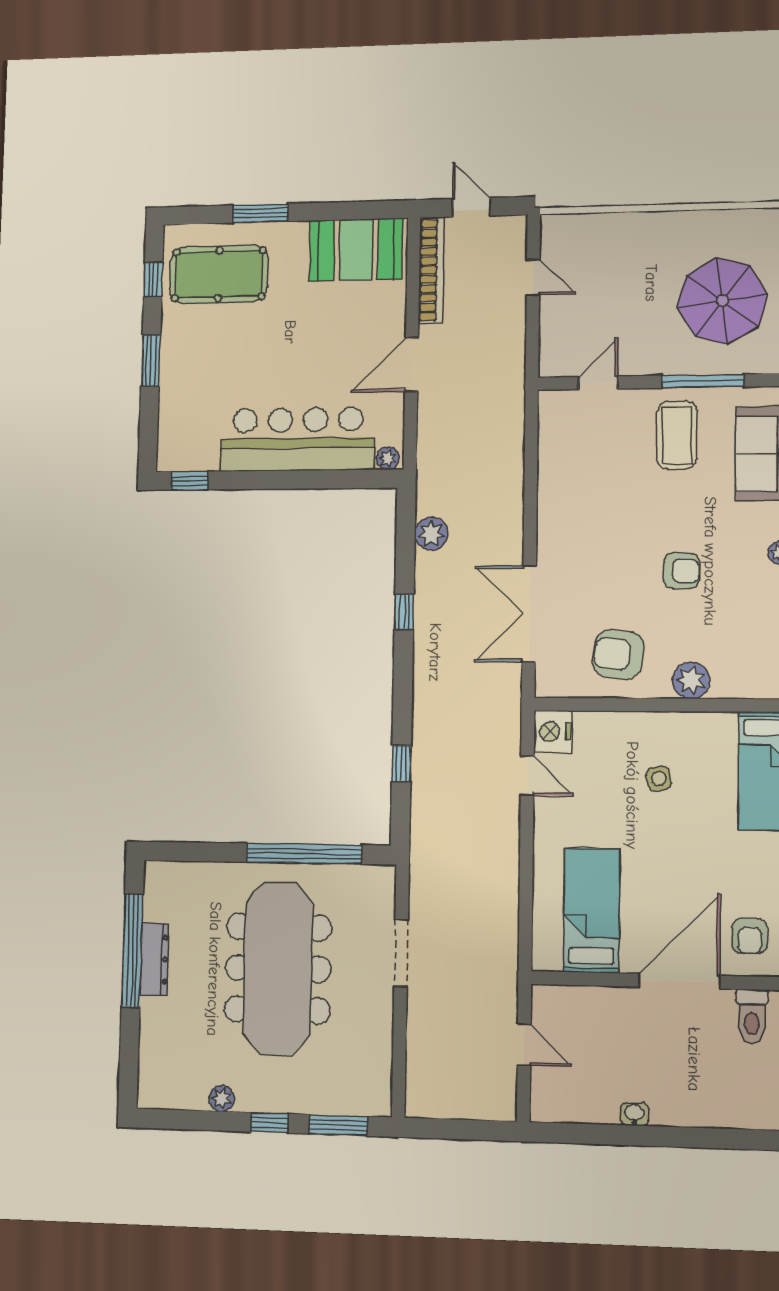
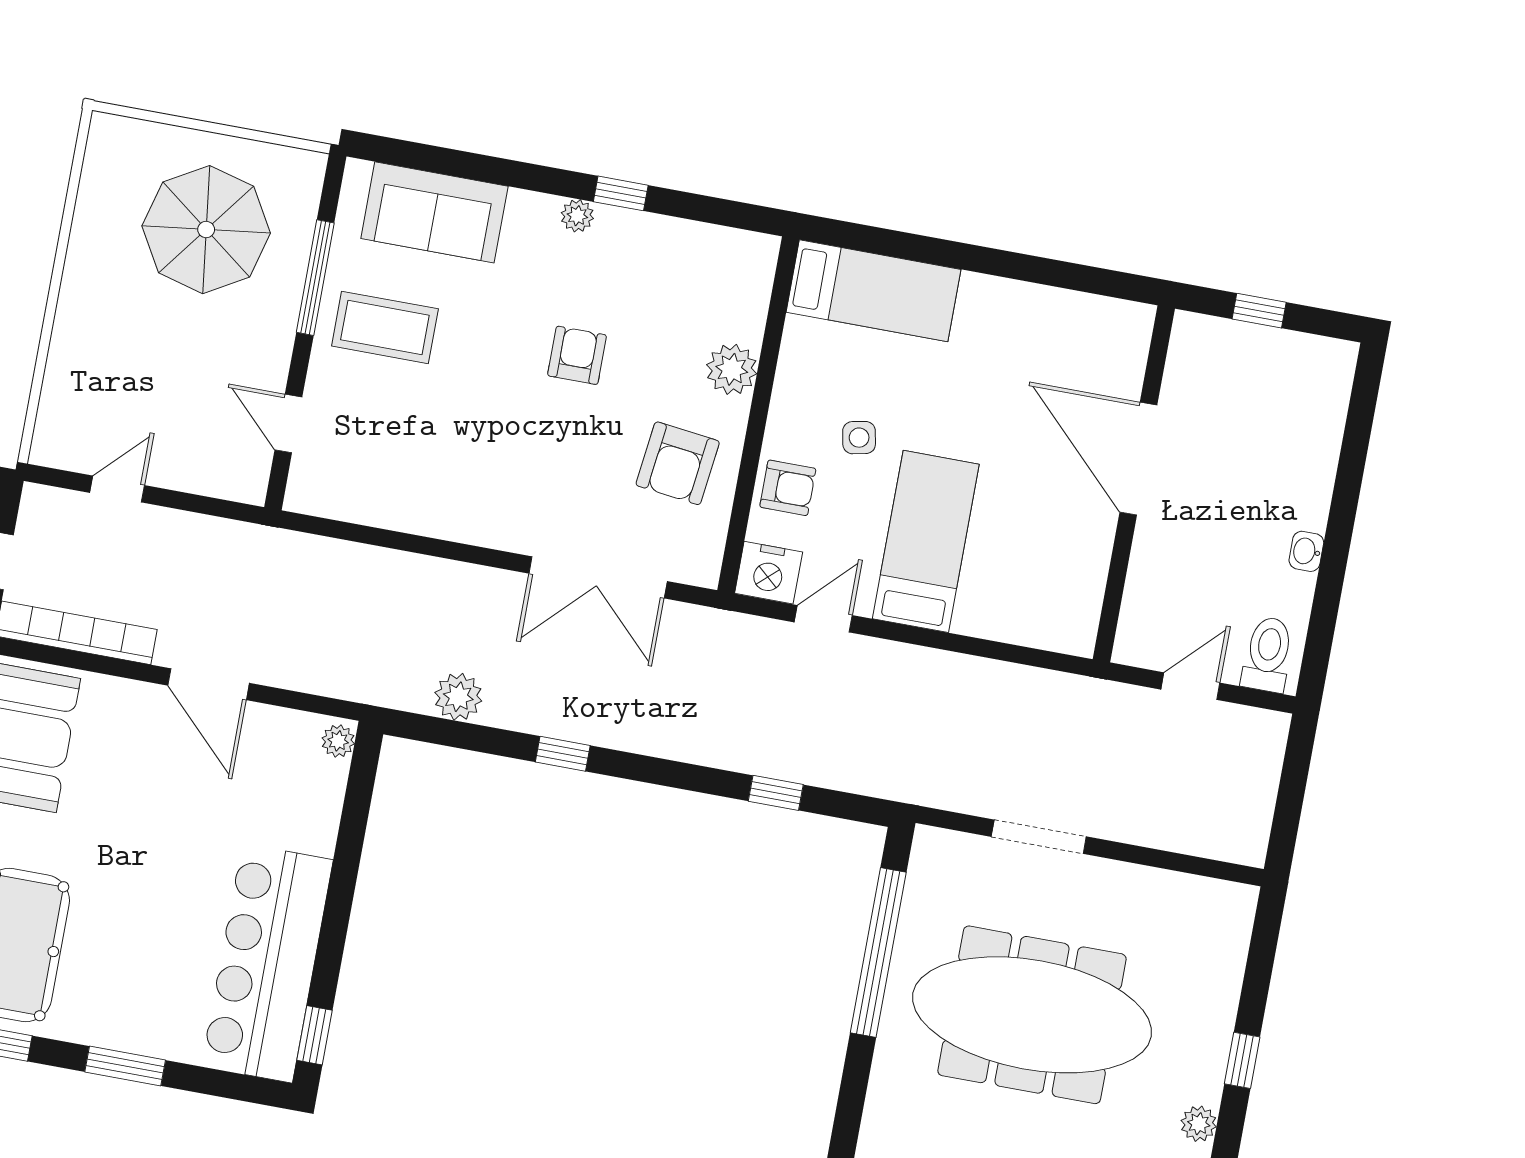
bar counter: (298, 439) -> (267, 963), moved
bed: (592, 910) -> (926, 541), moved, turned 90
armchair: (750, 936) -> (788, 488), moved
toilet: (752, 1016) -> (1268, 654), moved, turned -90
window: (338, 1125) -> (1260, 963), removed

